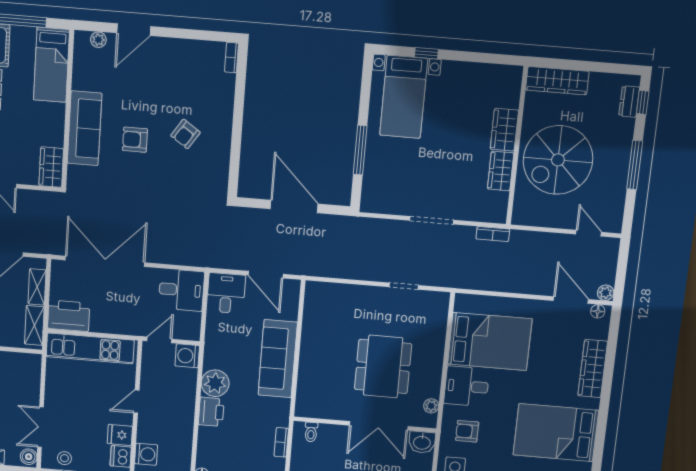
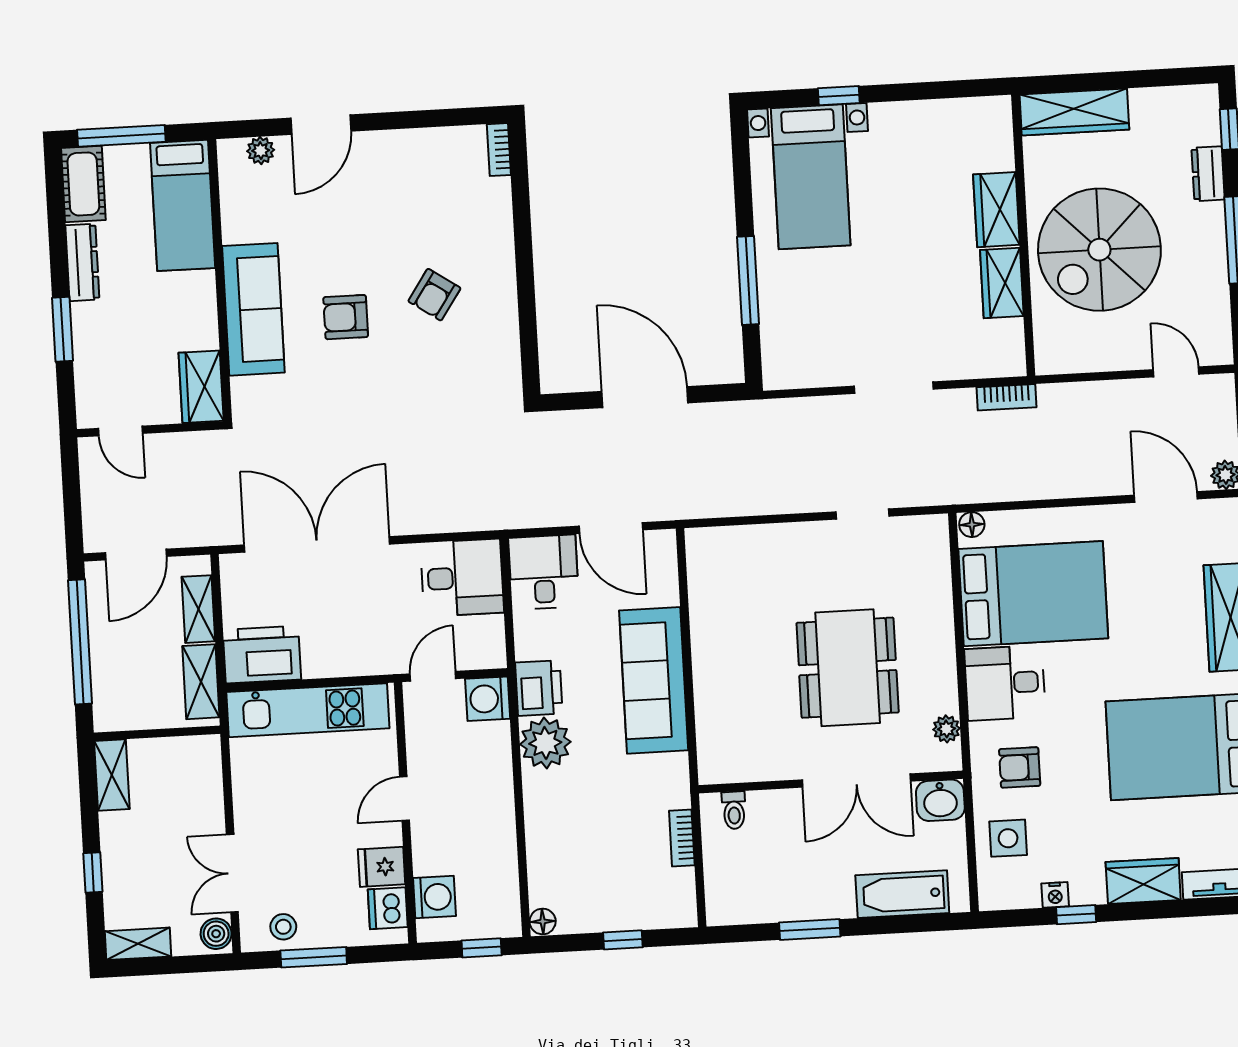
dresser: (629, 102) -> (1208, 174), moved
floor lamp: (598, 311) -> (972, 525), moved
printer: (211, 412) -> (539, 688), moved

